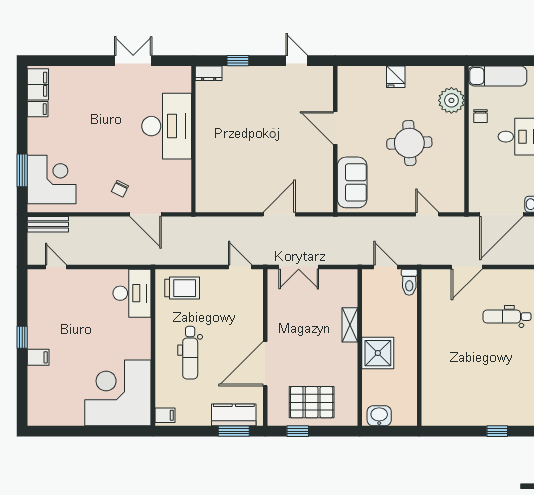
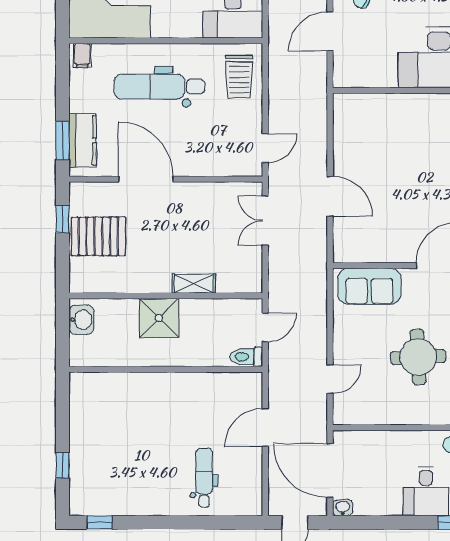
door: (467, 267) -> (265, 428), hinge flipped
dental chair: (190, 353) -> (159, 87), width x1.36, depth x1.38
pallet: (312, 402) -> (98, 236), turned 90

